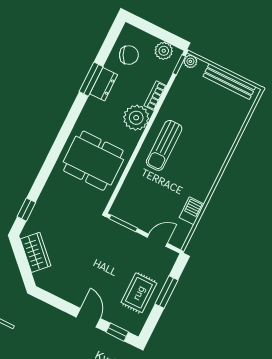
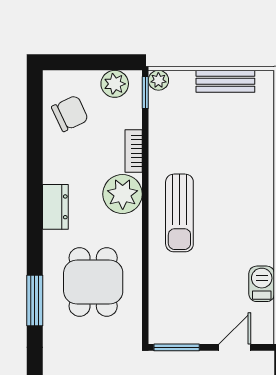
window: (91, 79) -> (35, 300), moved
bench: (229, 82) -> (225, 81), width x0.73
dresser: (104, 84) -> (55, 207), moved
dining table: (93, 161) -> (93, 282), width x0.73

